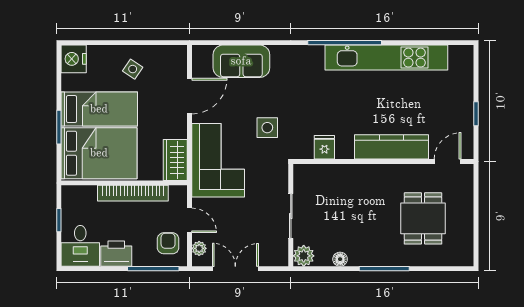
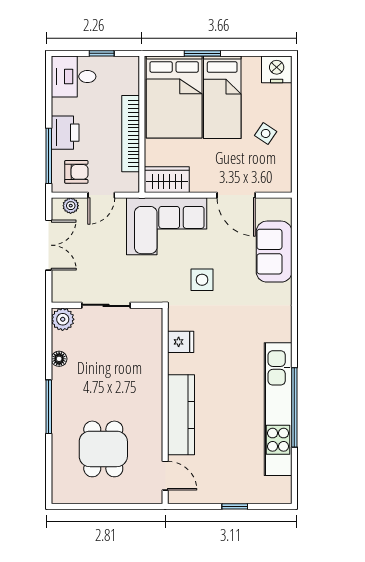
window: (345, 43) -> (294, 407), moved
window: (476, 114) -> (235, 506), moved
dining table: (423, 218) -> (103, 449), turned 90
printer: (116, 254) -> (65, 133), moved

